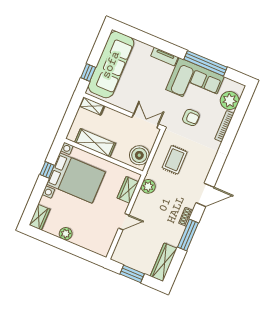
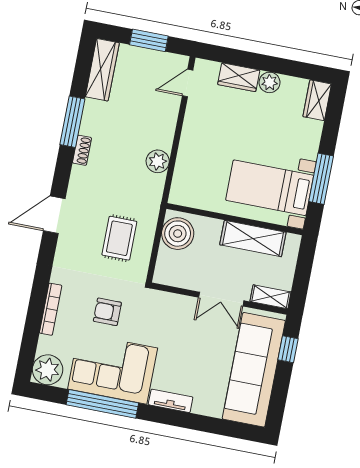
plant: (230, 100) -> (48, 370), moved
double door: (145, 121) -> (221, 299), moved
window: (47, 170) -> (321, 179), width x2.17
bed with nightstands: (76, 178) -> (270, 188), width x0.73
plant: (148, 186) -> (158, 161), moved
wardrobe: (128, 190) -> (239, 77), moved, turned 90
door: (205, 195) -> (54, 215), moved
door: (124, 222) -> (188, 83), moved

